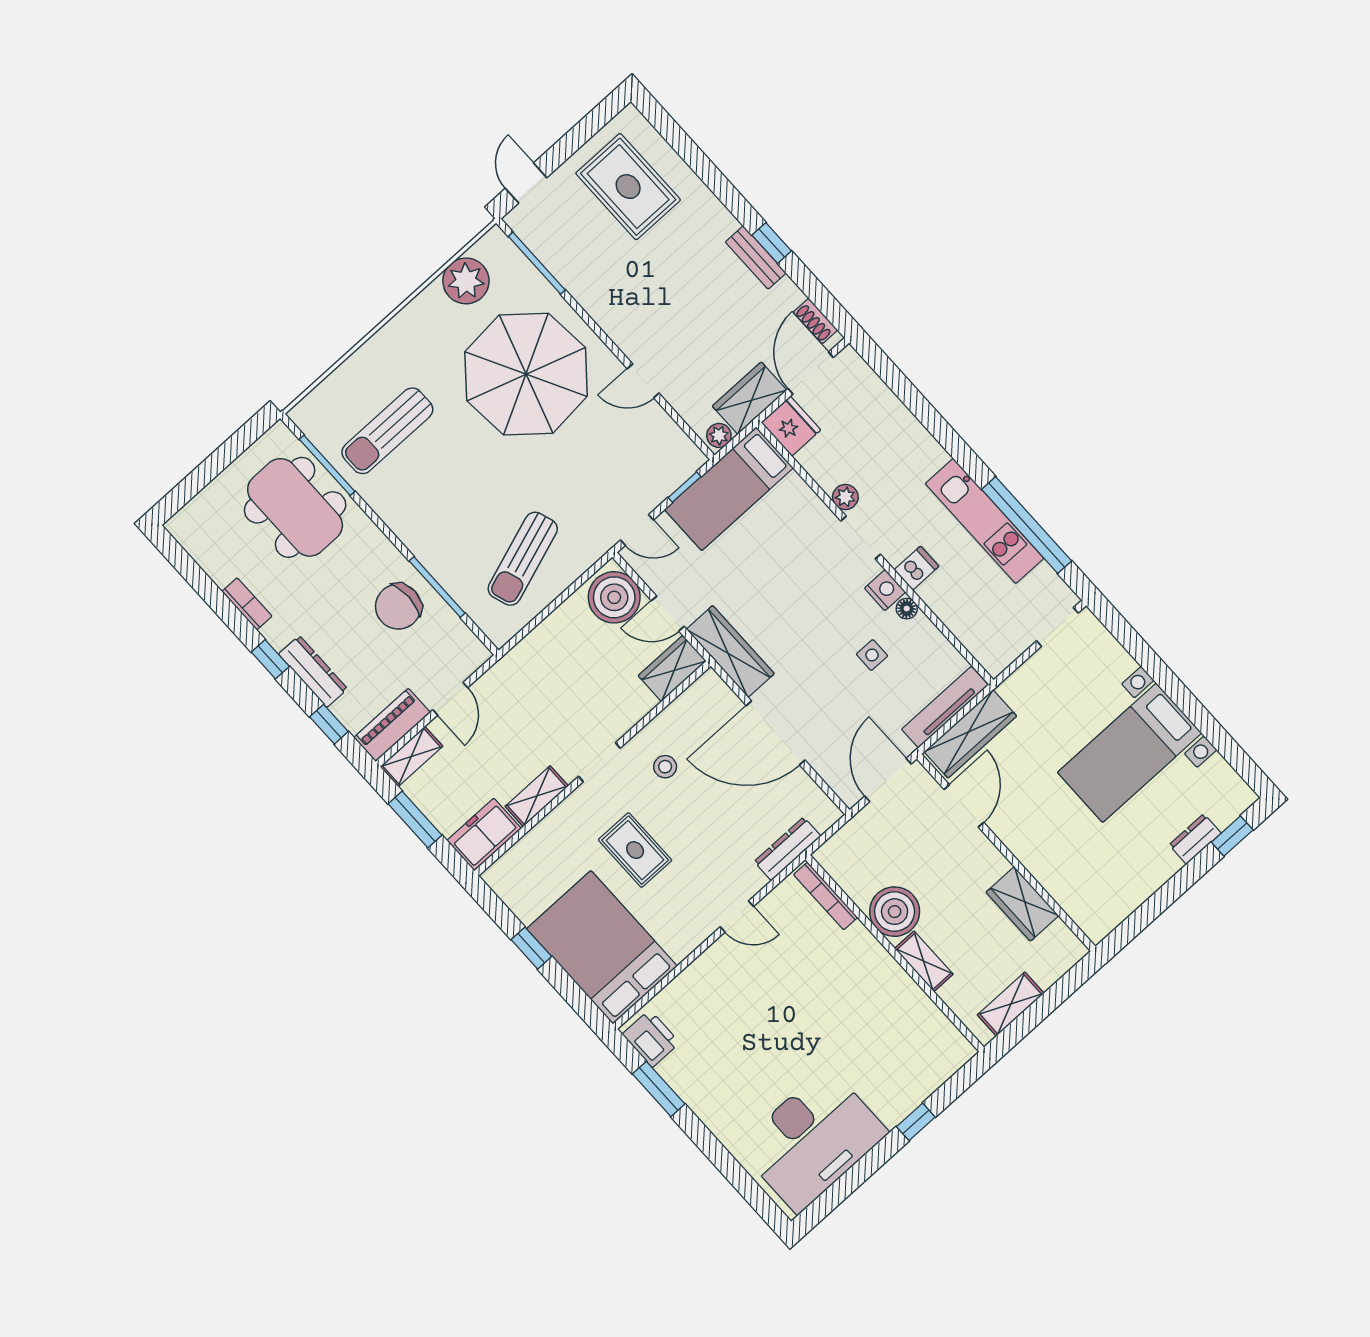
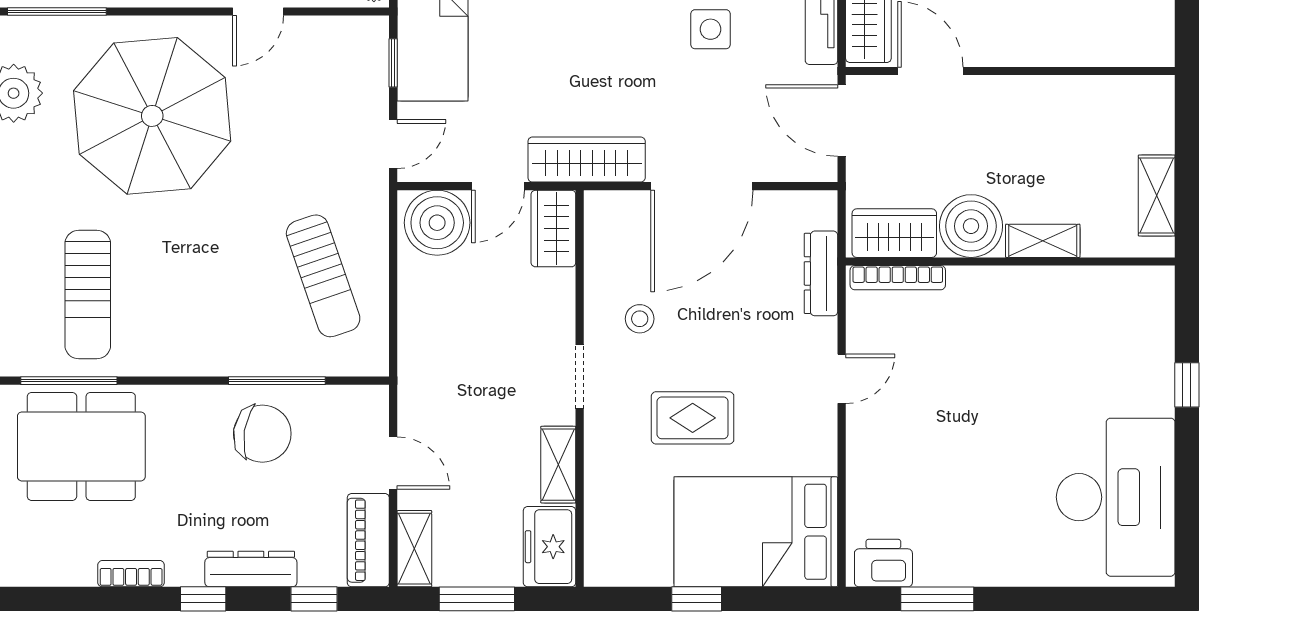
chair: (398, 607) -> (262, 434), turned -81
side table: (872, 655) -> (710, 29), width x1.37, depth x1.37
wardrobe: (1022, 904) -> (894, 233), moved, turned 180

